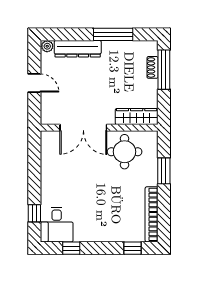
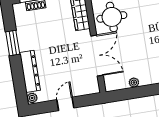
window: (113, 34) -> (13, 43), width x0.69
plant: (46, 165) -> (134, 83), added

